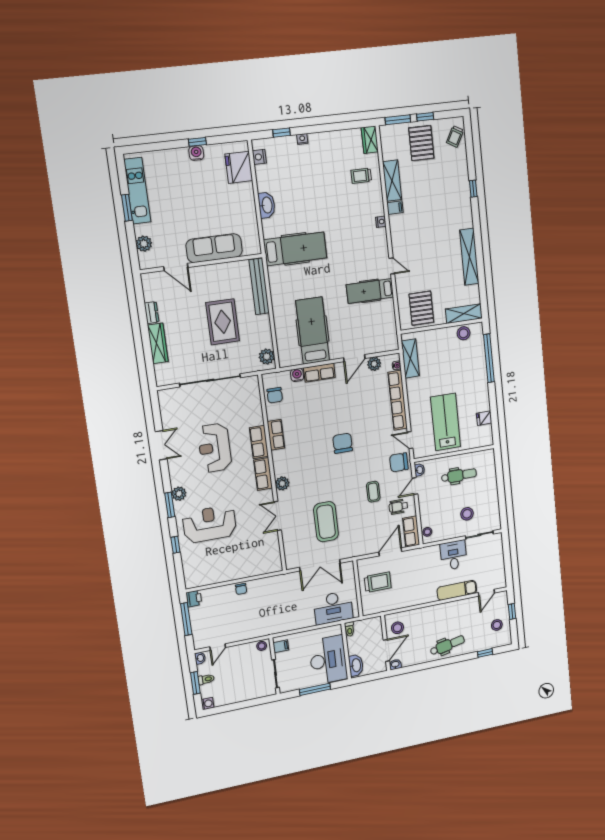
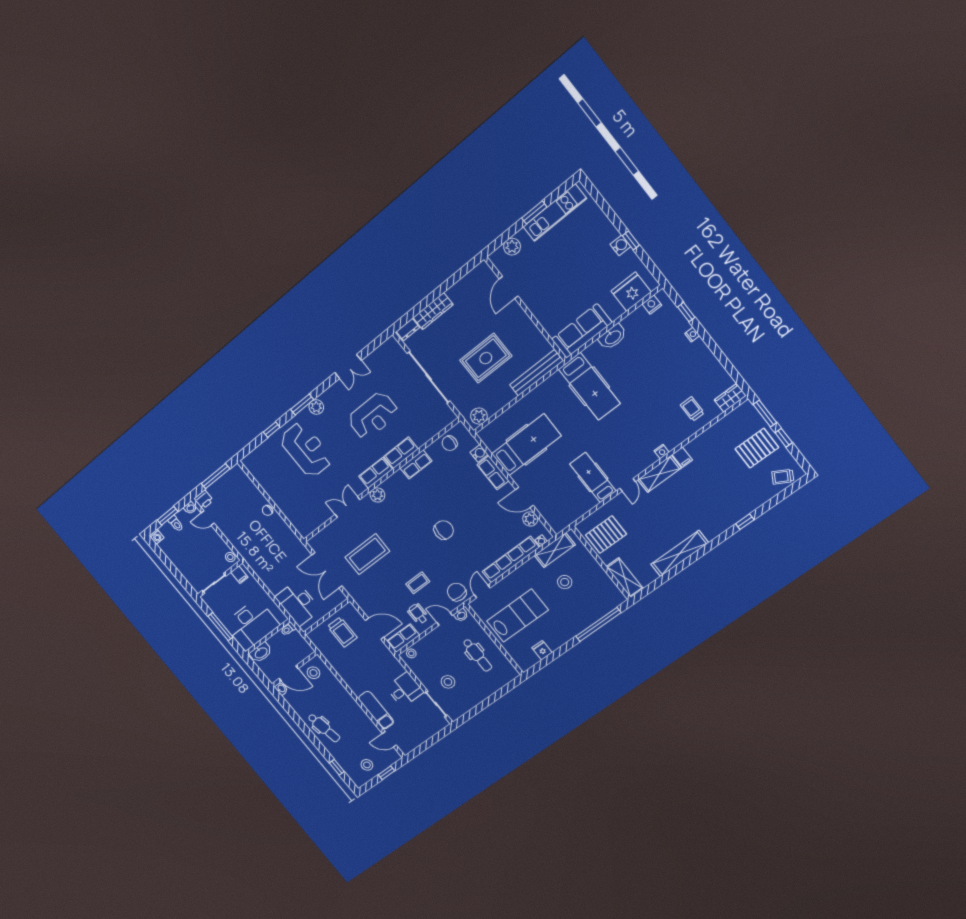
shelving: (392, 181) -> (659, 474), moved
sofa: (214, 248) -> (582, 331), moved, turned -90
dresser: (152, 313) -> (408, 330), moved
stool: (464, 333) -> (565, 582), moved
reception desk: (215, 448) -> (373, 416), turned 180
printer: (194, 599) -> (204, 500), moved

